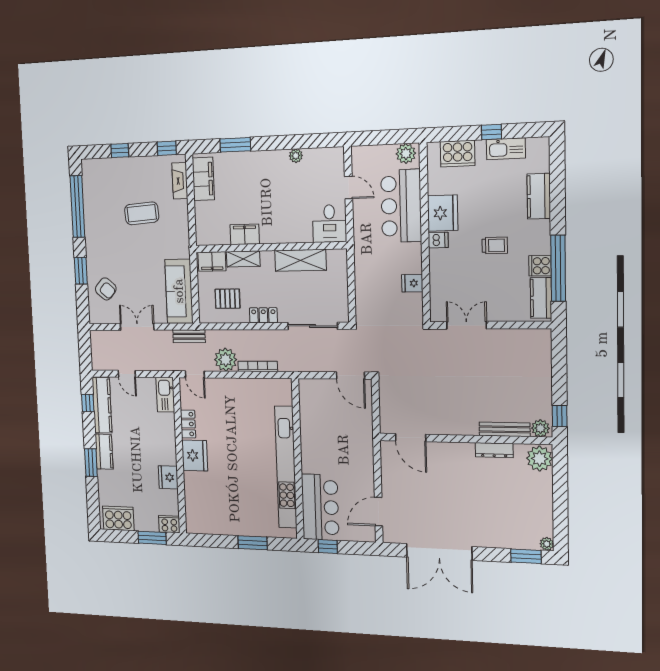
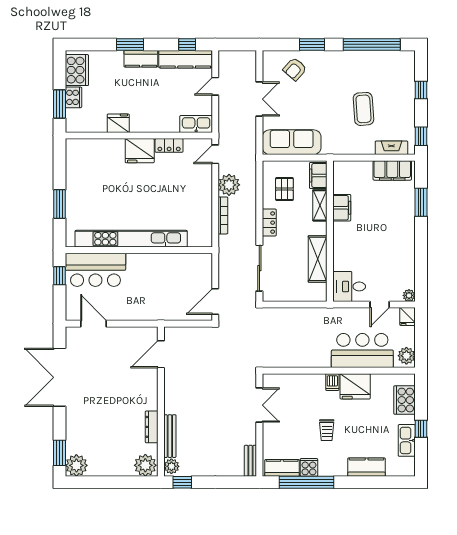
plant: (296, 156) -> (409, 295), moved
fridge: (412, 283) -> (407, 317), moved, turned 180
bench: (189, 336) -> (250, 461), moved
cooker: (169, 524) -> (73, 97), moved
plant: (547, 544) -> (76, 465), width x1.88, depth x1.88

